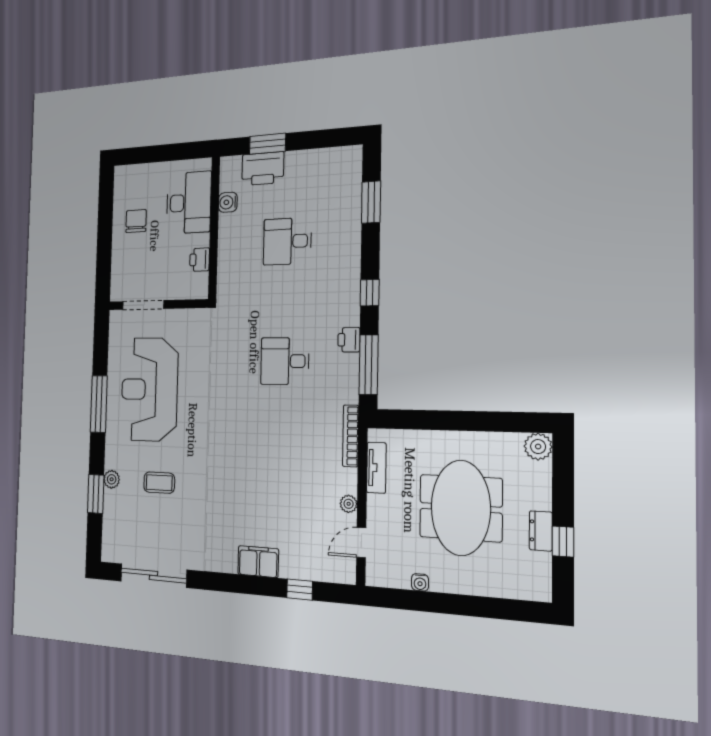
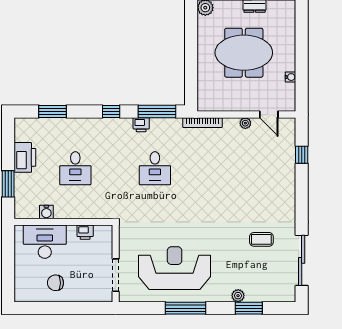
printer: (263, 169) -> (25, 157), moved
reception desk: (149, 389) -> (175, 268), turned 180
tv unit: (376, 468) -> (222, 105), removed
coffee table: (159, 483) -> (261, 239), moved, turned 90
filing cabinet: (258, 562) -> (286, 184), removed

